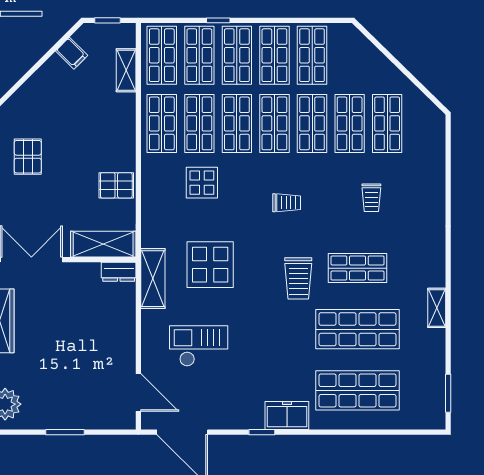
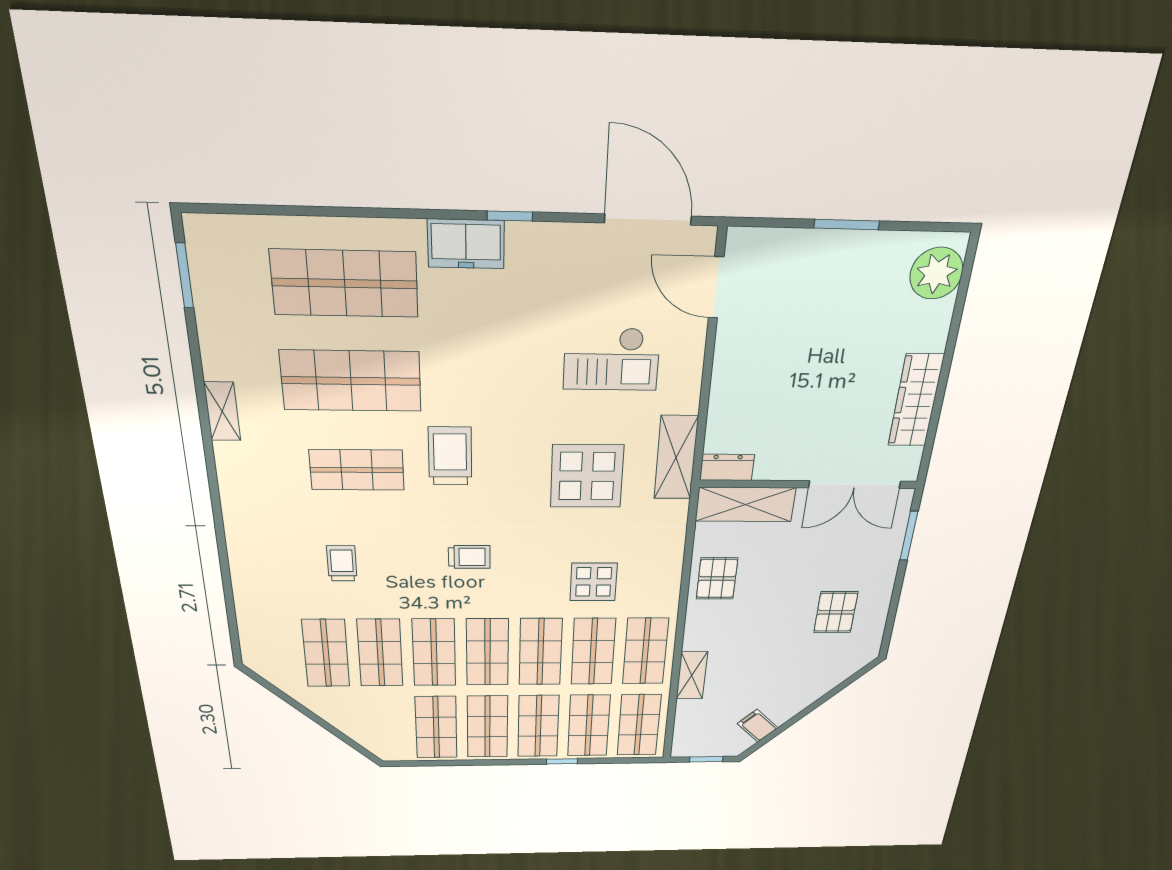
shelving: (126, 70) -> (692, 675), moved
pallet: (116, 185) -> (717, 578), turned 90
trolley: (287, 203) -> (469, 557), turned 180

